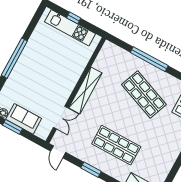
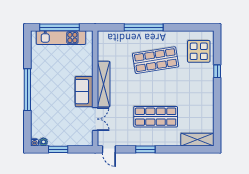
window: (74, 18) -> (60, 27), width x3.17
shop shelf: (144, 94) -> (156, 60), turned -30
sofa: (24, 119) -> (84, 92), moved, turned -90

